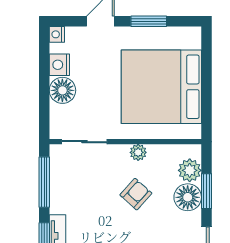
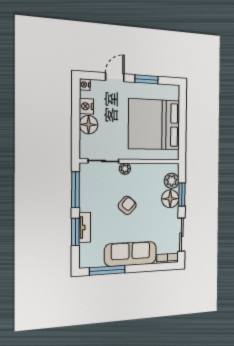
plant: (138, 152) -> (125, 169), moved
armchair: (136, 194) -> (127, 205), moved

